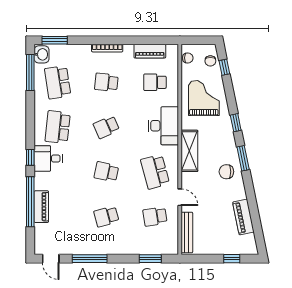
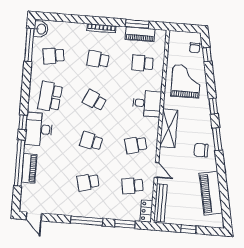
window: (55, 40) -> (137, 24), moved
chair: (188, 58) -> (174, 43), removed
school desk: (58, 82) -> (54, 56), width x0.54
desk: (163, 126) -> (147, 103), width x0.73
school desk: (106, 127) -> (95, 100), turned 48
desk: (48, 159) -> (39, 129), width x1.37
school desk: (155, 172) -> (136, 145), width x0.54
piano: (243, 217) -> (211, 193), width x1.37, depth x1.33
locker: (172, 243) -> (146, 211), added
window: (90, 259) -> (87, 221), moved
window: (232, 259) -> (188, 229), moved

